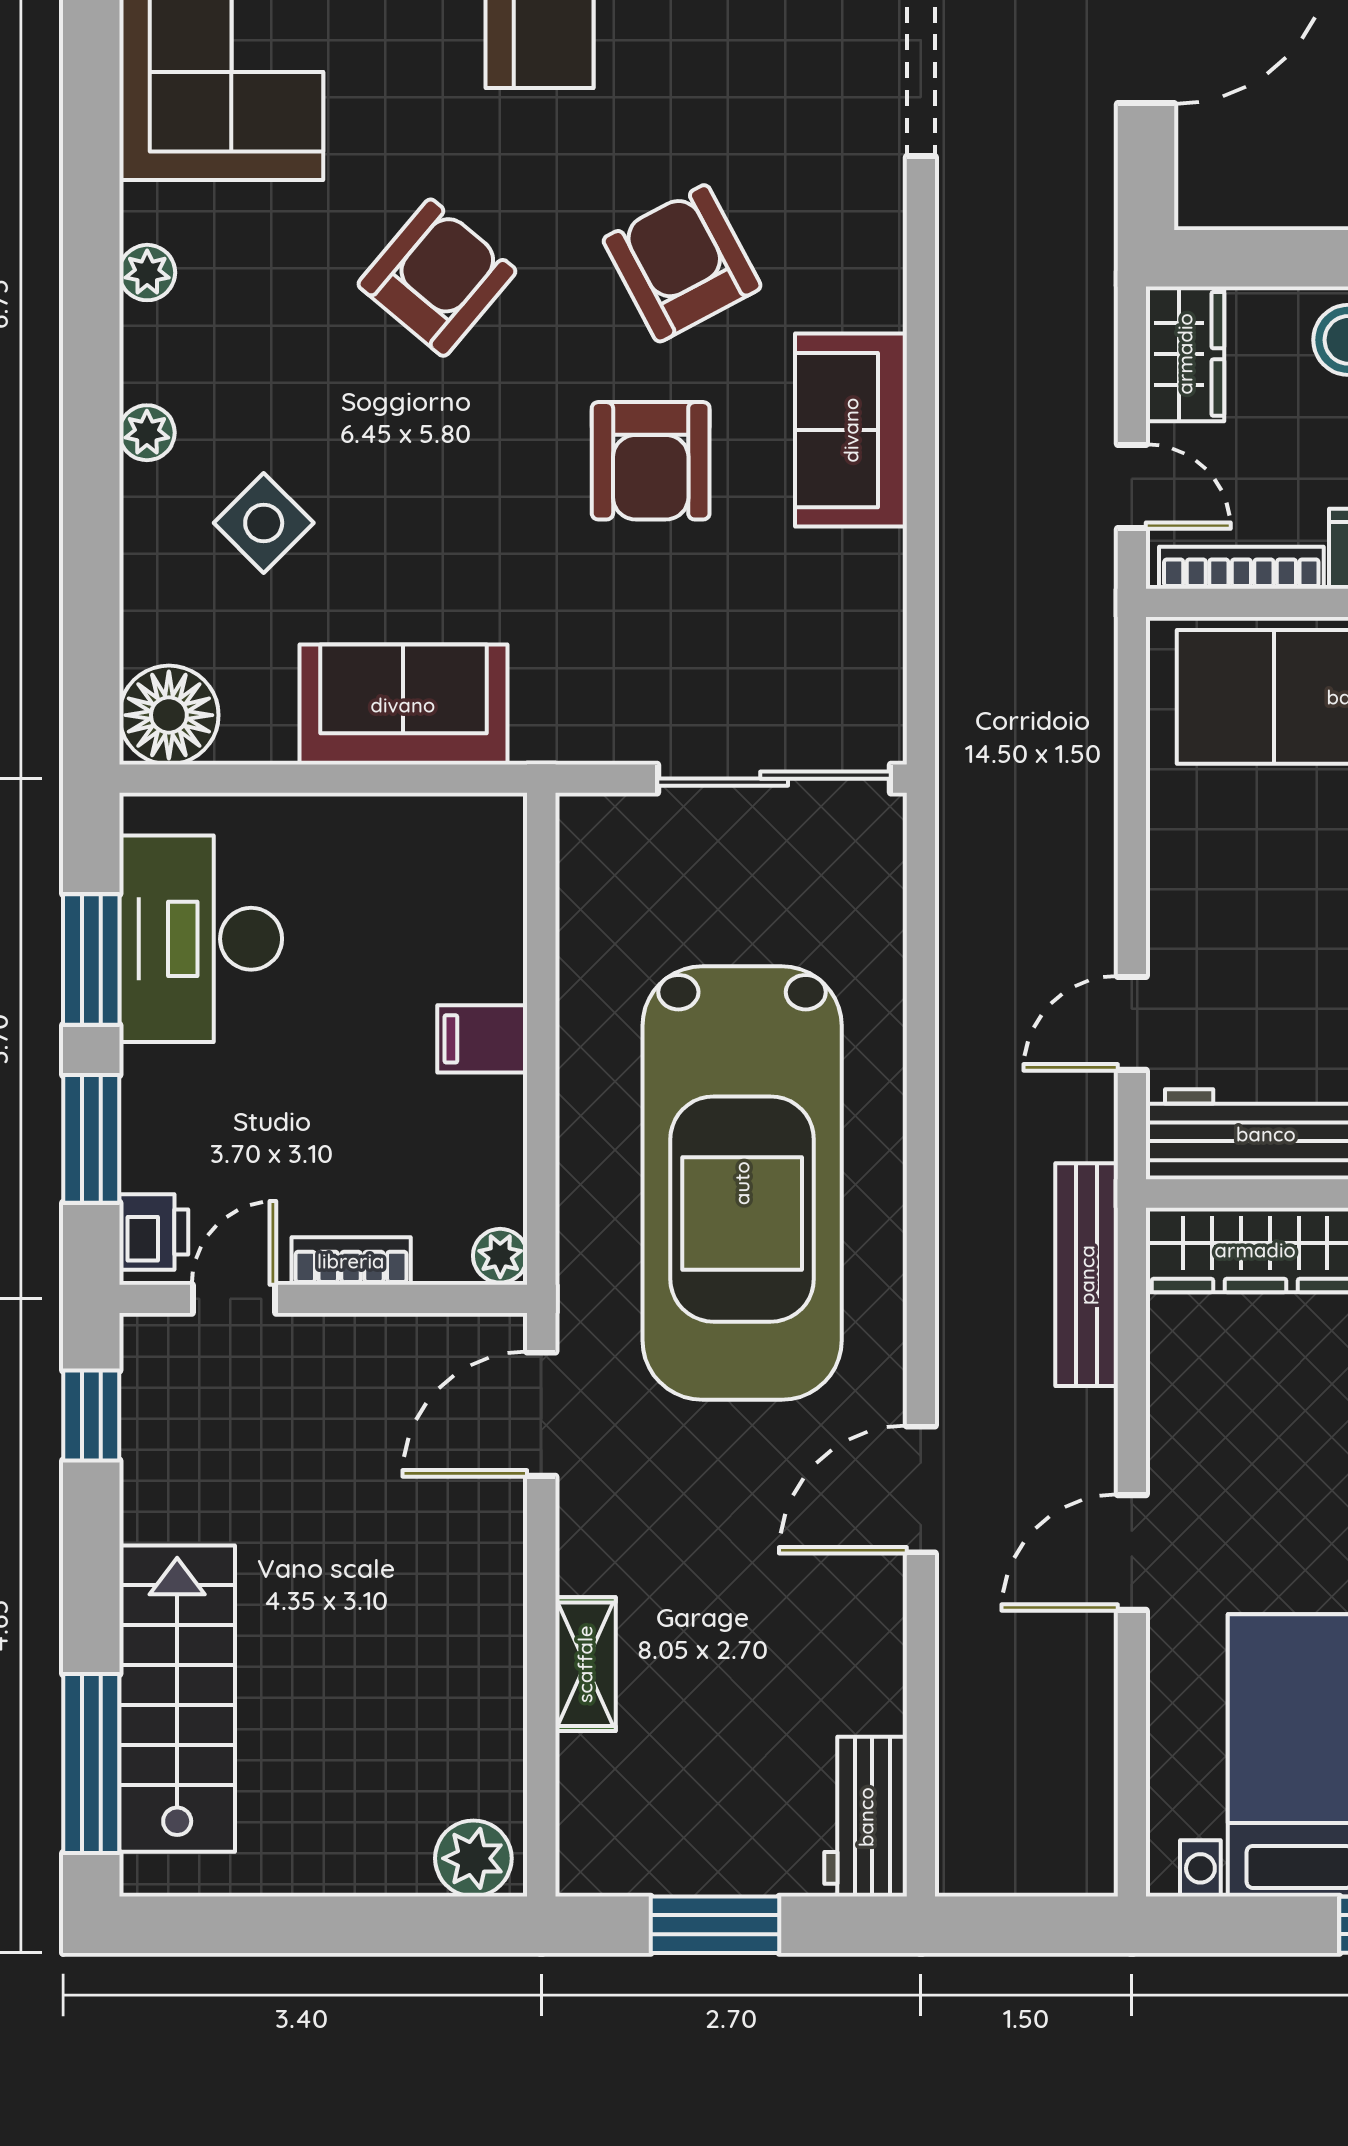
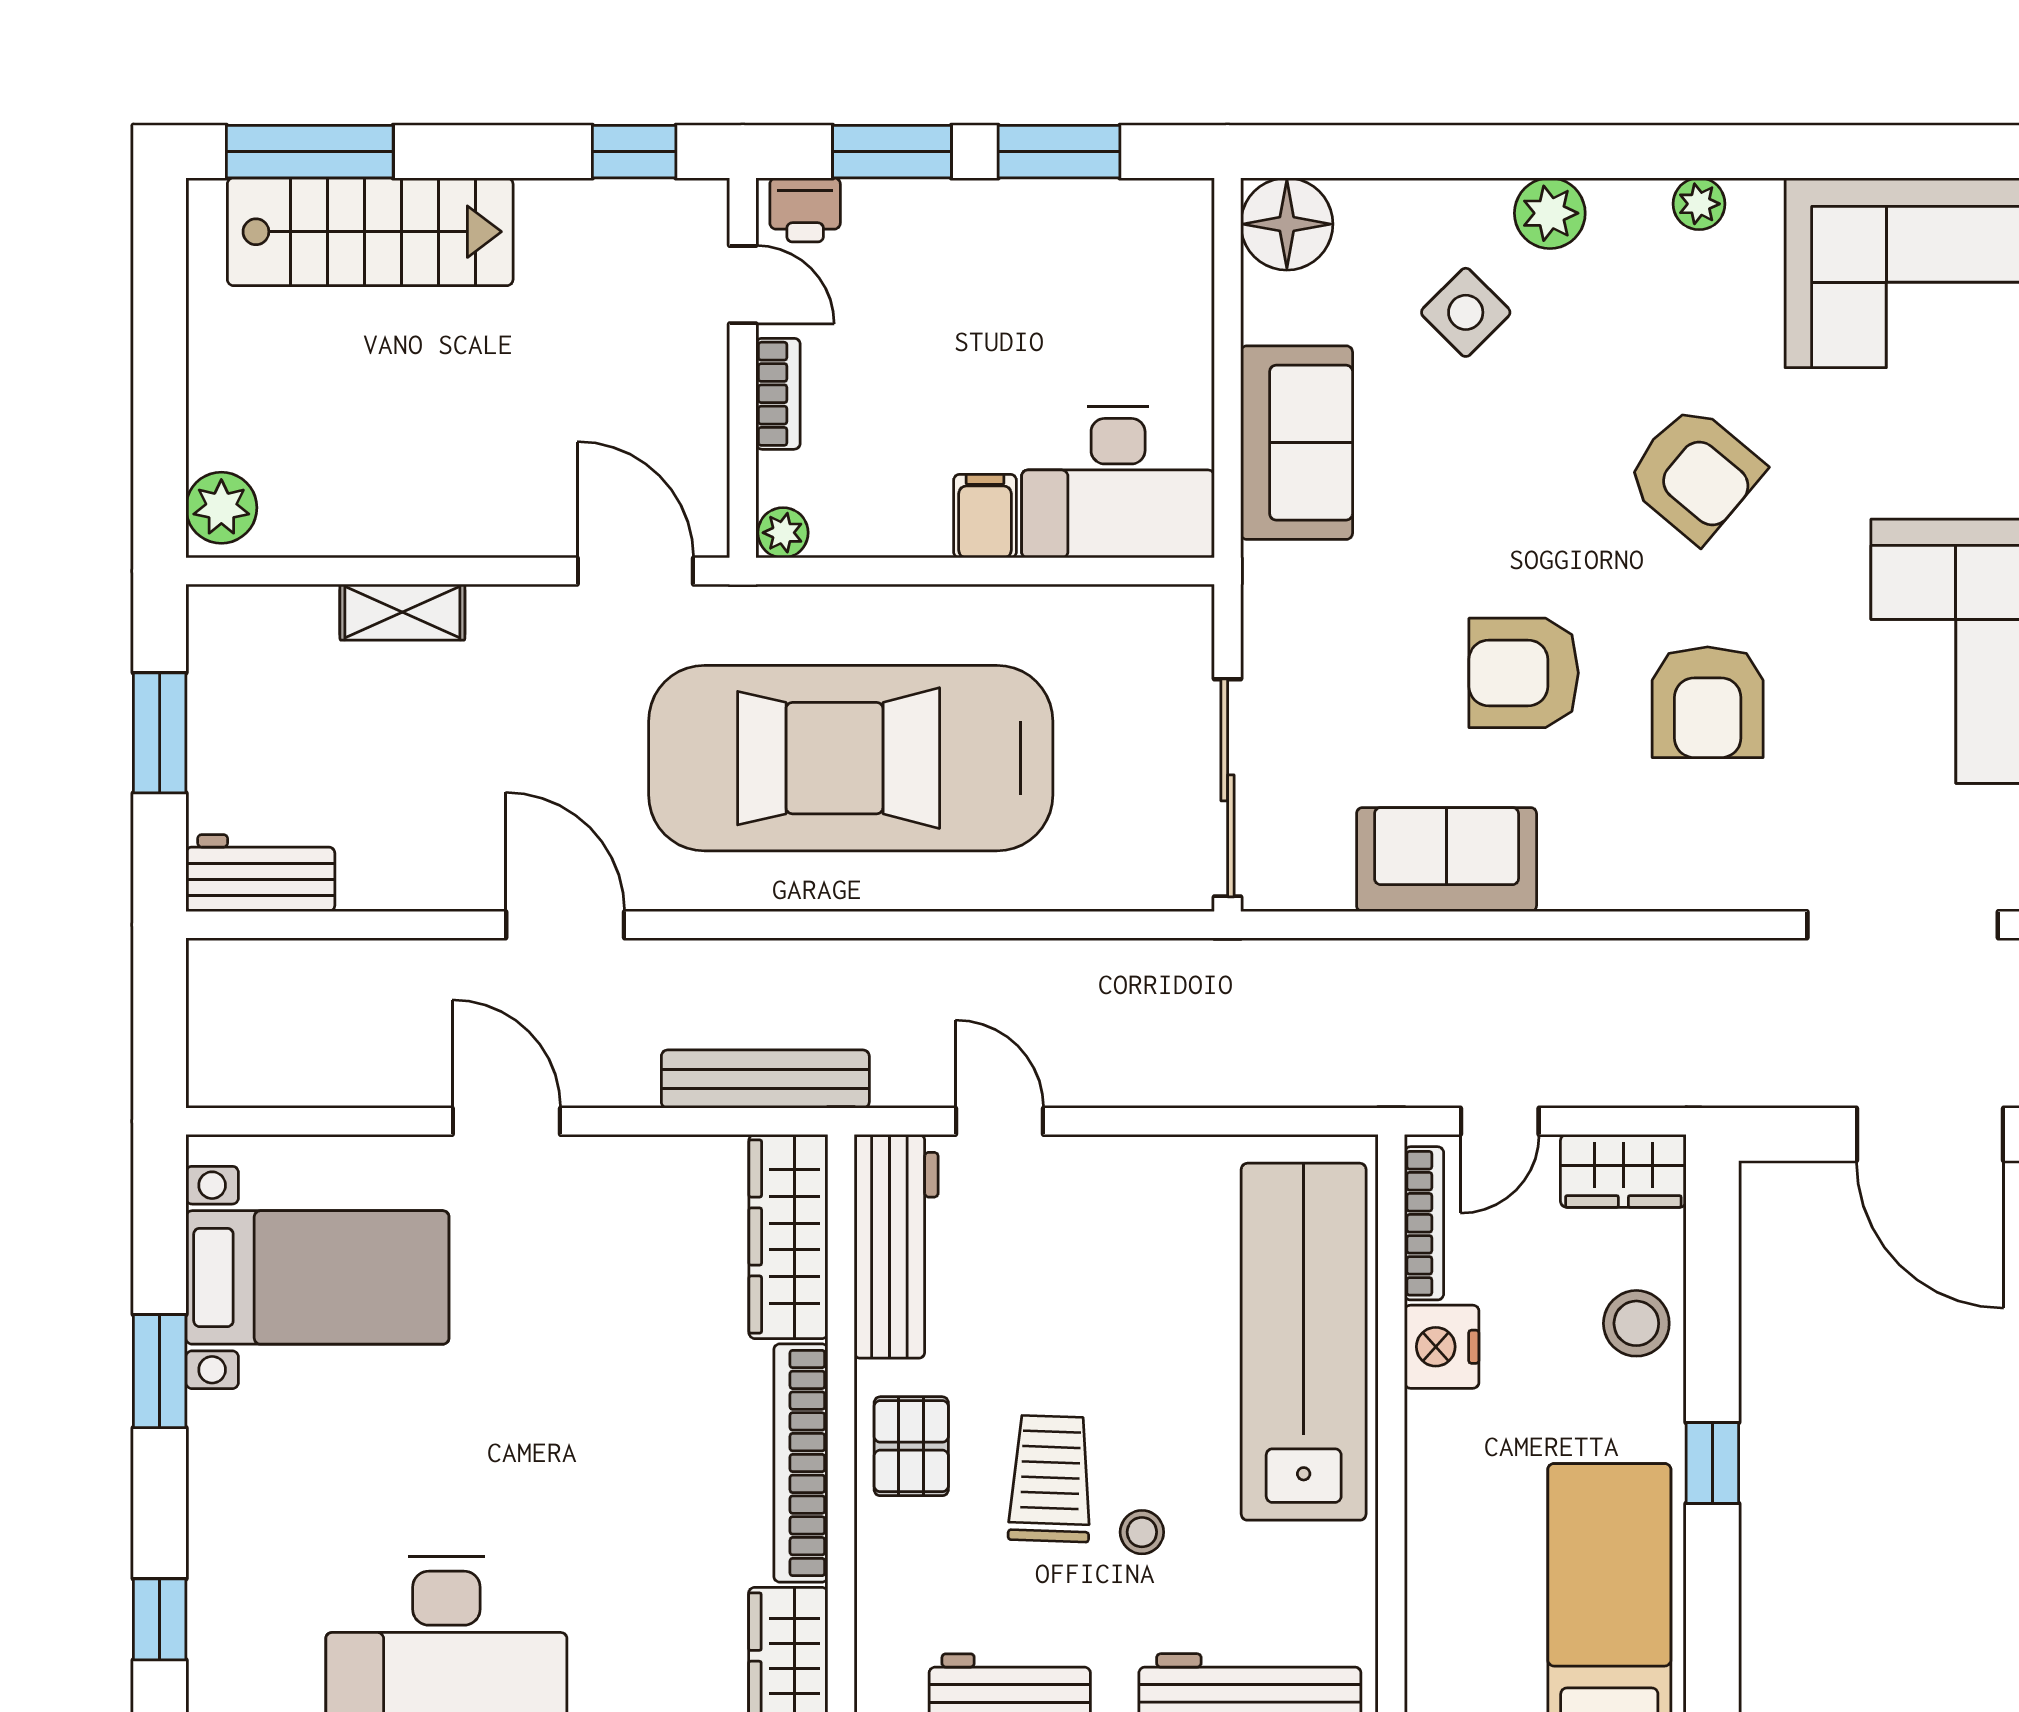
armchair: (682, 263) -> (1708, 702), turned 118
sofa: (851, 430) -> (1447, 860), moved
plant: (147, 433) -> (1550, 213), width x1.38, depth x1.38
desk: (201, 939) -> (1118, 482), moved, turned 180

